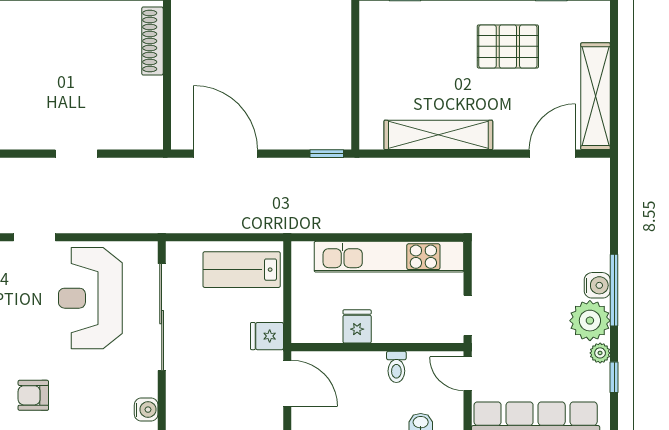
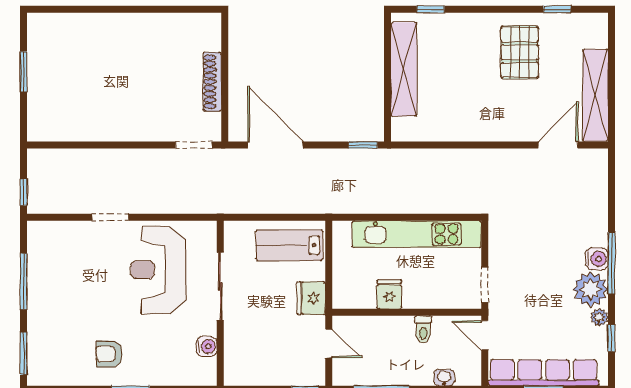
shoe rack: (152, 41) -> (212, 82), moved
pallet: (508, 46) -> (520, 52), turned 90
shelving: (438, 135) -> (404, 69), moved, turned 90
doorway: (76, 154) -> (194, 145), moved
sliding door: (162, 317) -> (220, 286), width x0.73
fridge: (267, 336) -> (311, 298), width x1.38
door: (287, 383) -> (329, 344), width x0.73
water cooler: (146, 410) -> (207, 346), moved

